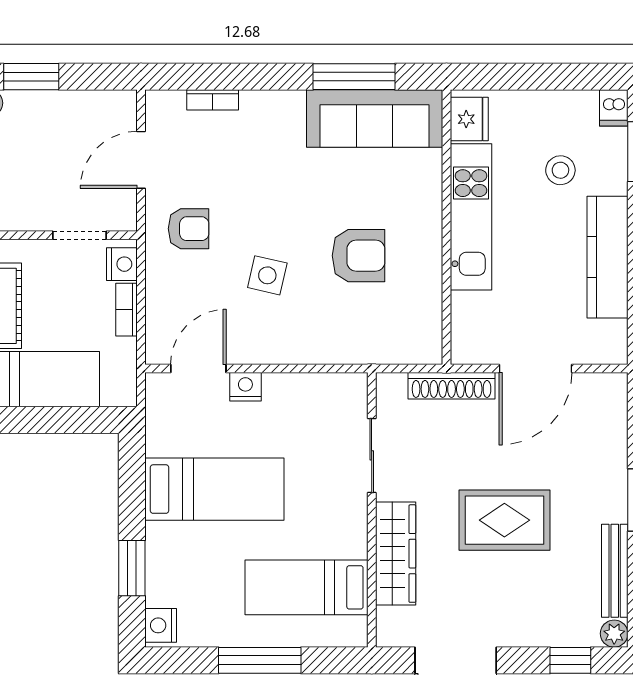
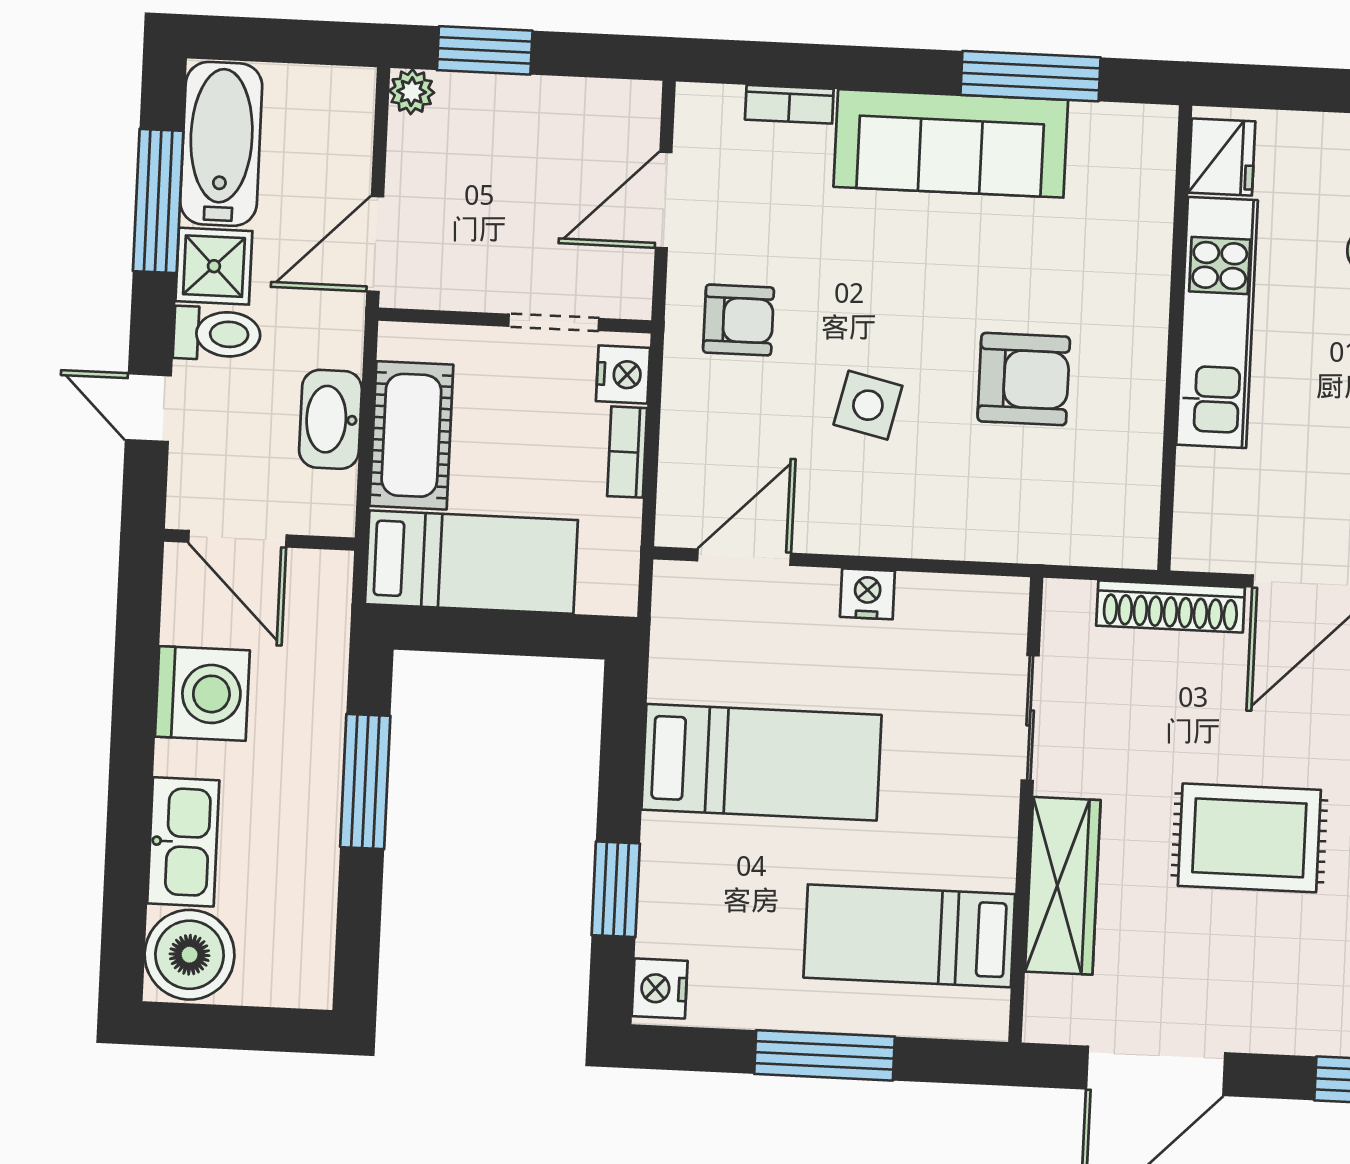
sofa: (375, 119) -> (951, 143), moved
nightstand: (245, 387) -> (867, 594), moved

